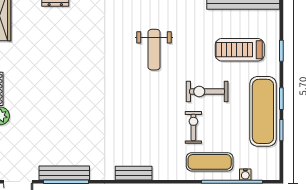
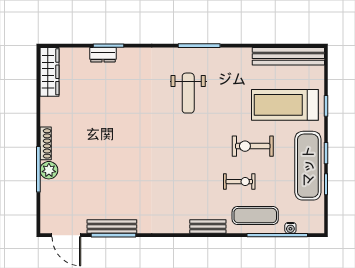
weight bench: (154, 50) -> (188, 93), moved
treadmill: (240, 50) -> (285, 105), width x1.37, depth x1.38
exercise bike: (193, 127) -> (239, 182), turned 90
bench: (134, 173) -> (208, 227), moved

